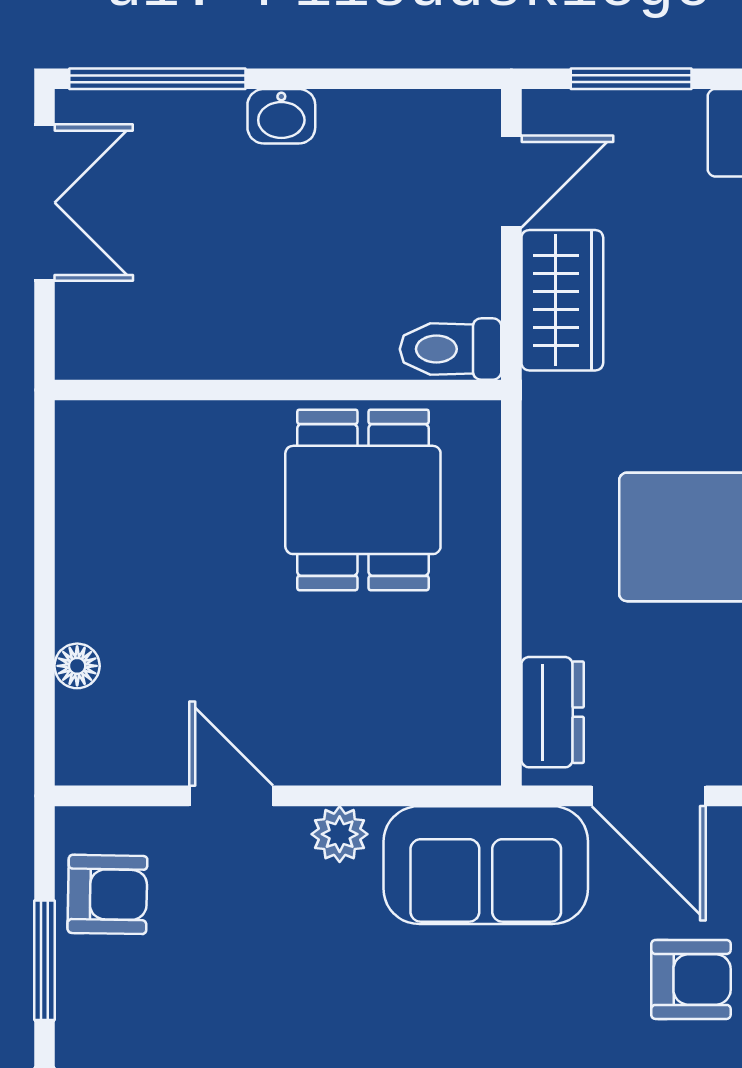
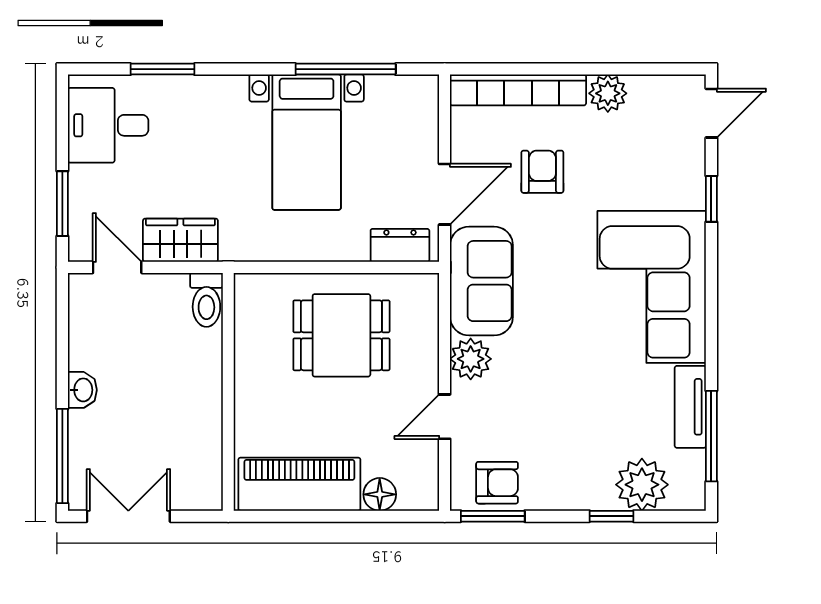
dining table: (363, 500) -> (341, 335), moved
piano: (104, 523) -> (299, 484), added
floor lamp: (77, 666) -> (380, 494), width x1.37, depth x1.37
plant: (340, 834) -> (471, 359), width x1.38, depth x1.38
armchair: (107, 894) -> (497, 483), turned 89
window: (45, 960) -> (493, 516), moved

